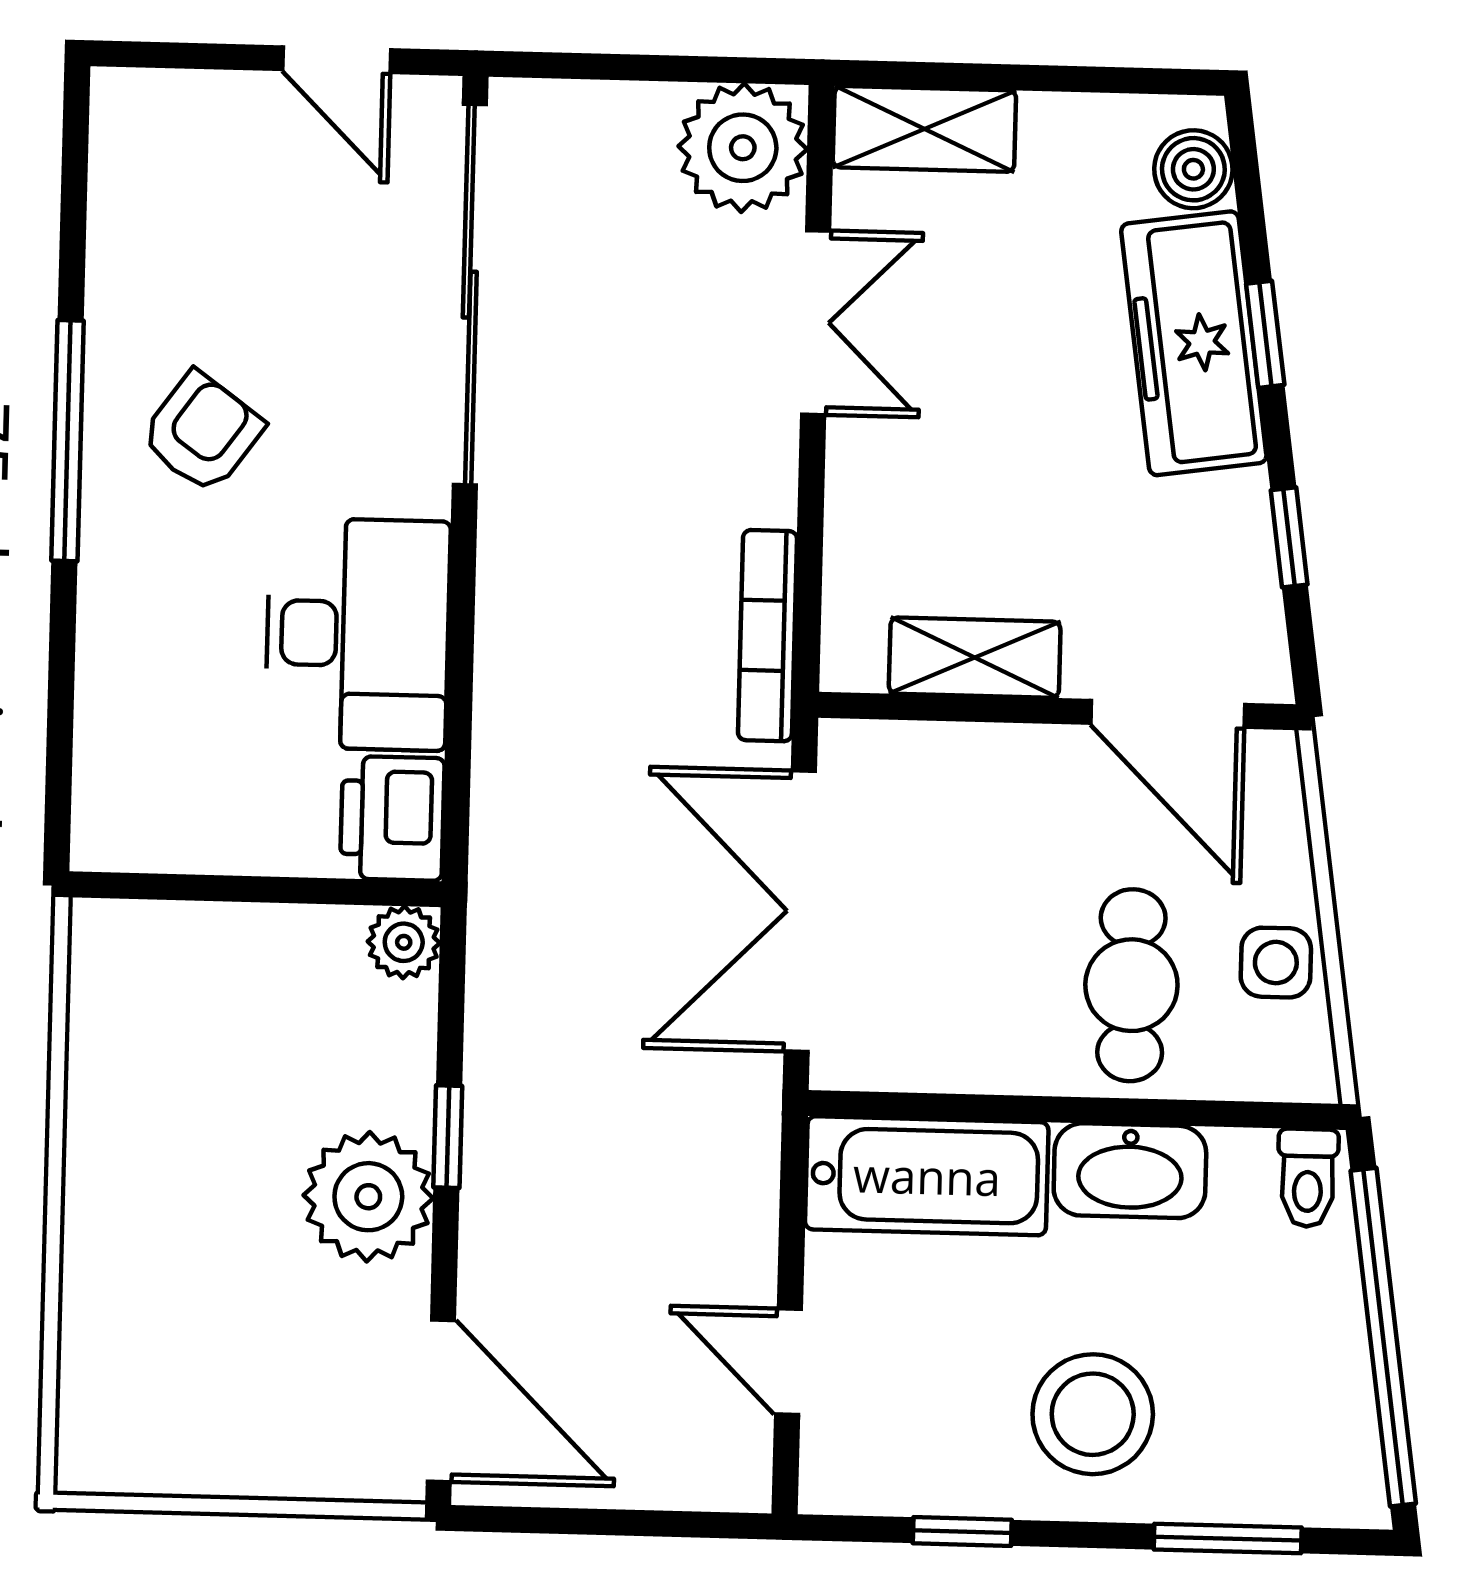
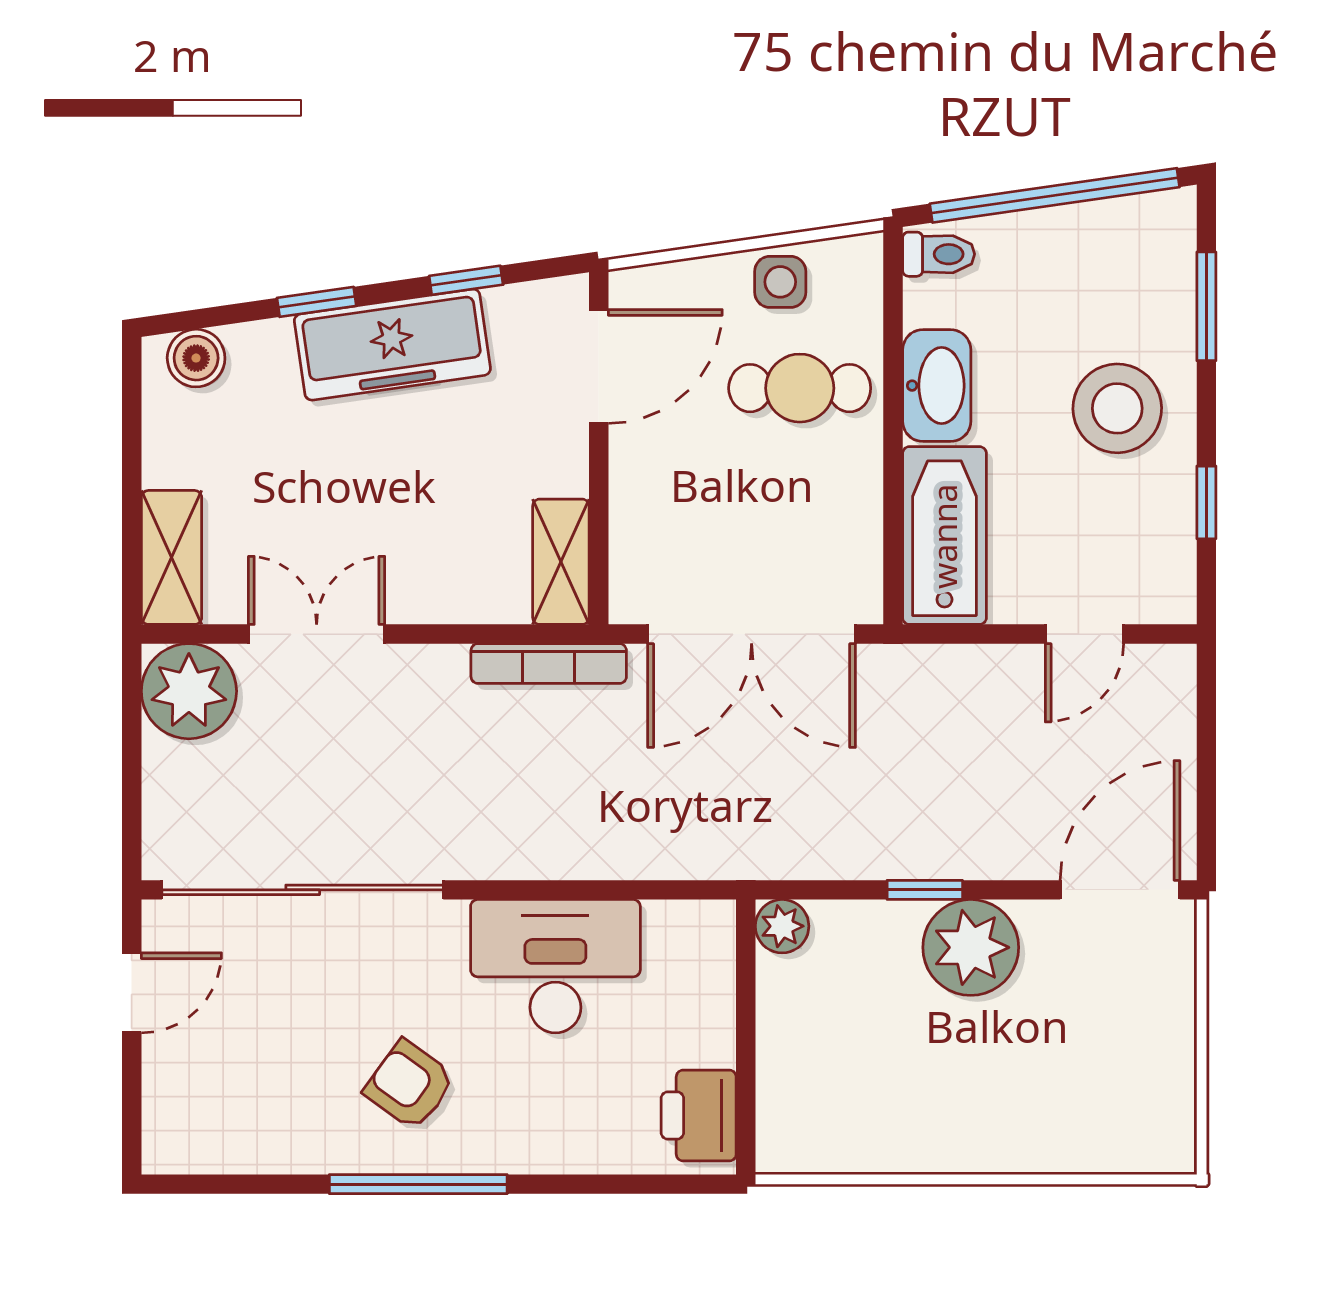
freezer: (1194, 343) -> (392, 345), moved
shelving: (975, 658) -> (561, 562), moved
printer: (392, 818) -> (699, 1116), moved, turned 90

